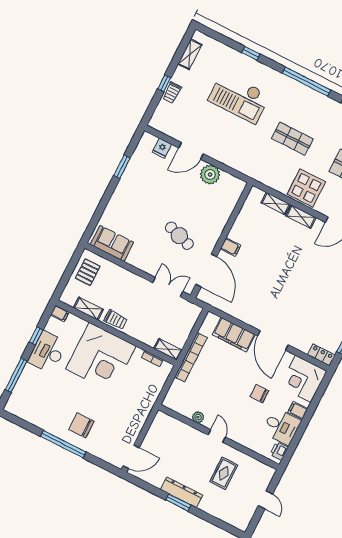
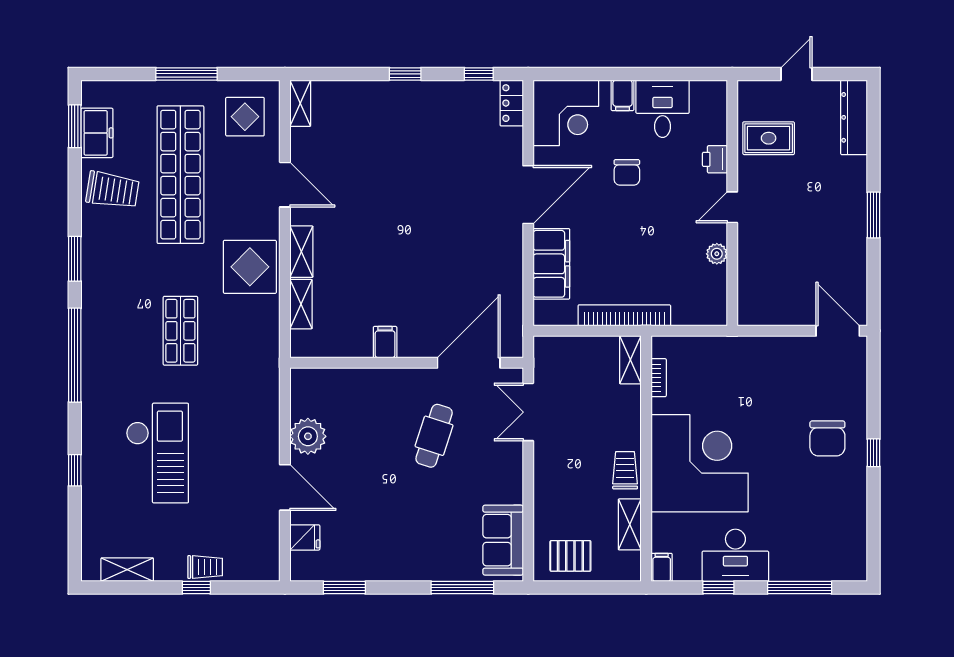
window: (122, 167) -> (344, 588), moved
window: (99, 212) -> (462, 588), added
filing cabinet: (231, 247) -> (385, 342), moved
window: (63, 444) -> (873, 453), width x0.32
printer: (279, 451) -> (715, 159), moved, turned 90
rug: (224, 473) -> (769, 138), moved
dresser: (182, 492) -> (854, 117), moved

